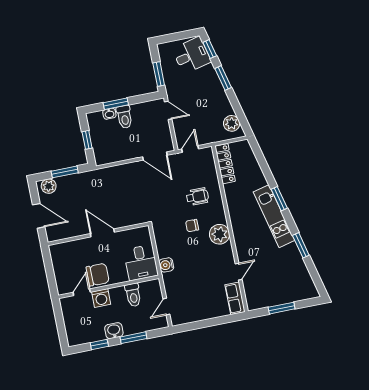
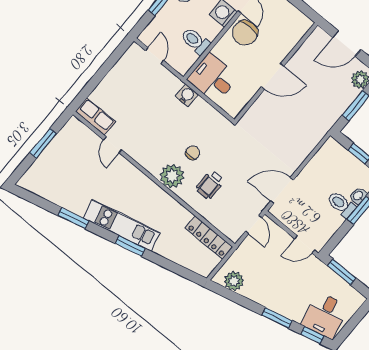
plant: (219, 234) -> (172, 176), moved

